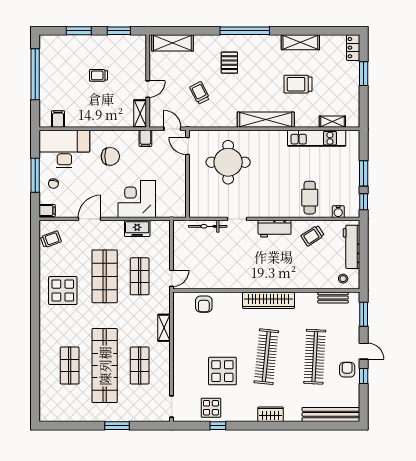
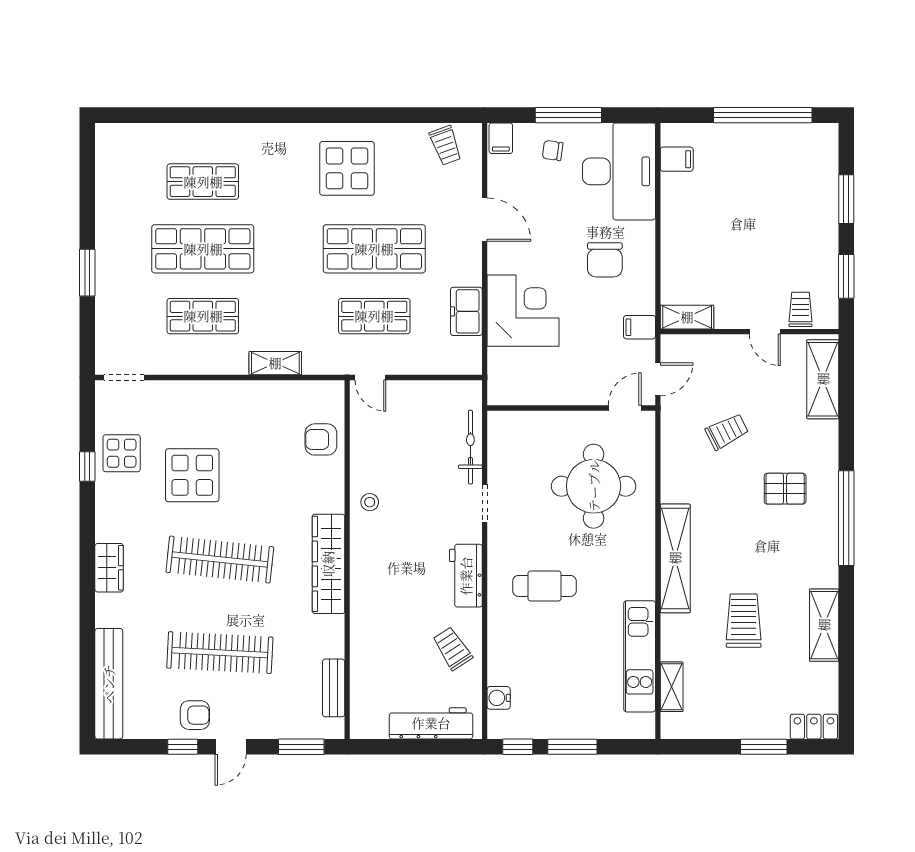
trolley: (98, 75) -> (800, 309), moved
door: (148, 89) -> (765, 332), moved
cafe table: (310, 198) -> (544, 586), moved
stool: (343, 279) -> (370, 502), moved
shop shelf: (105, 366) -> (203, 249), width x0.71

